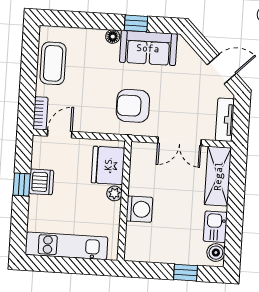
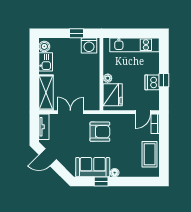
washing machine: (139, 209) -> (89, 46), moved, turned -90
window: (186, 273) -> (77, 33), moved

